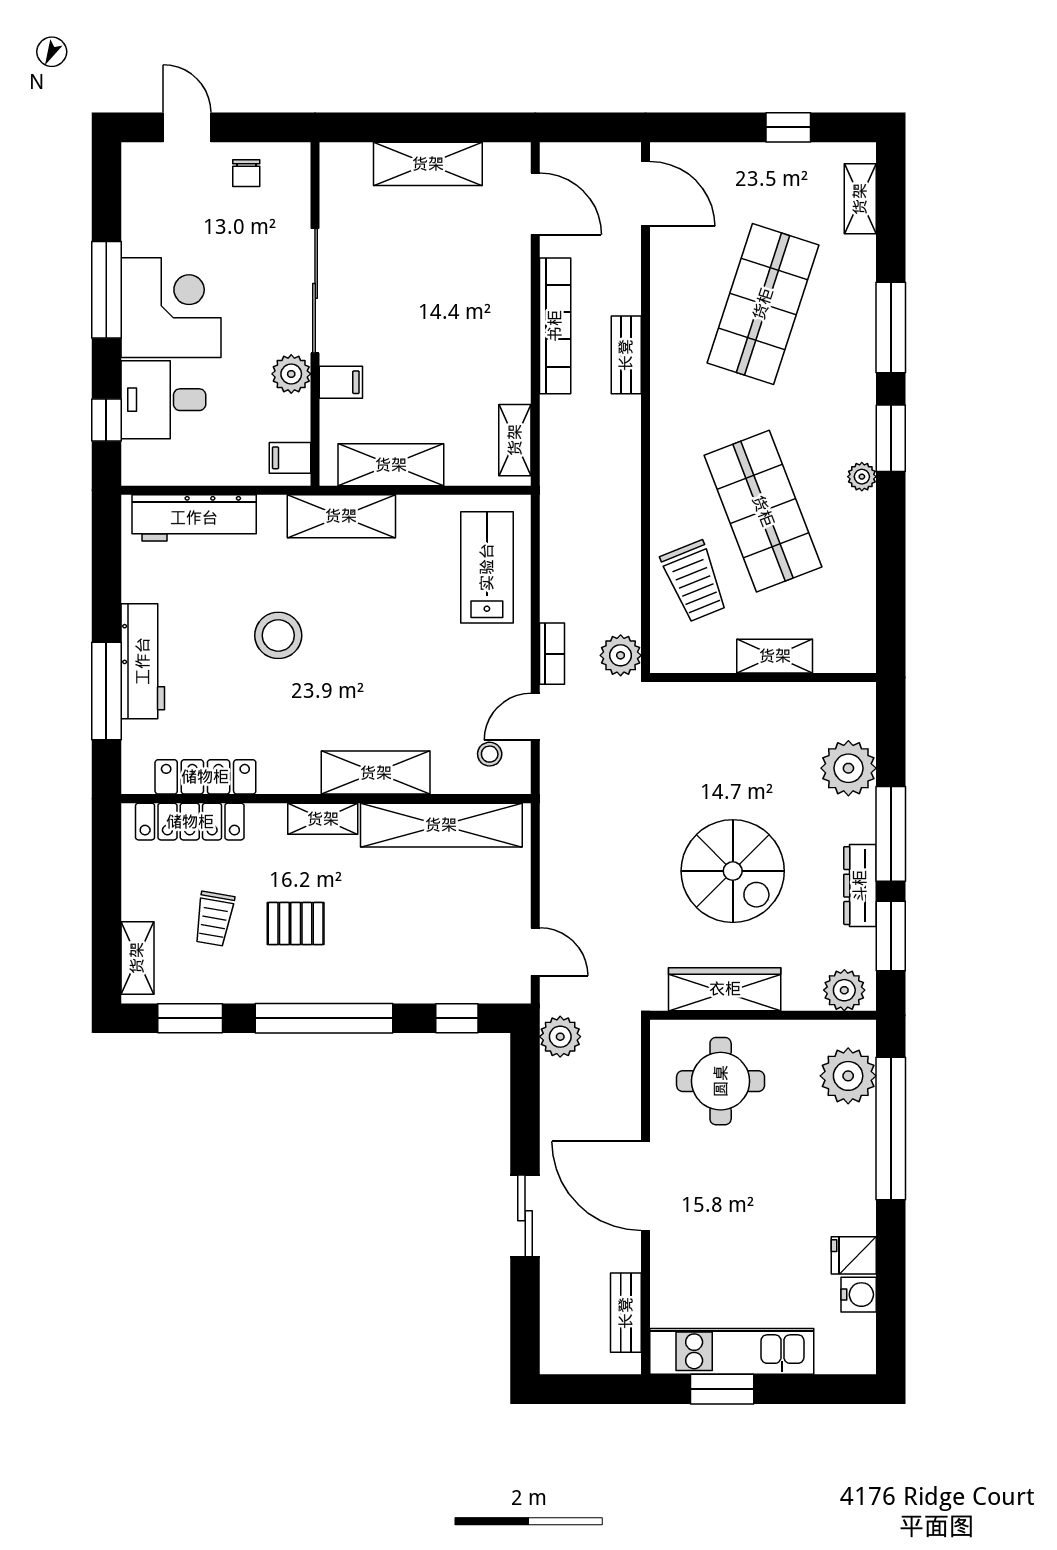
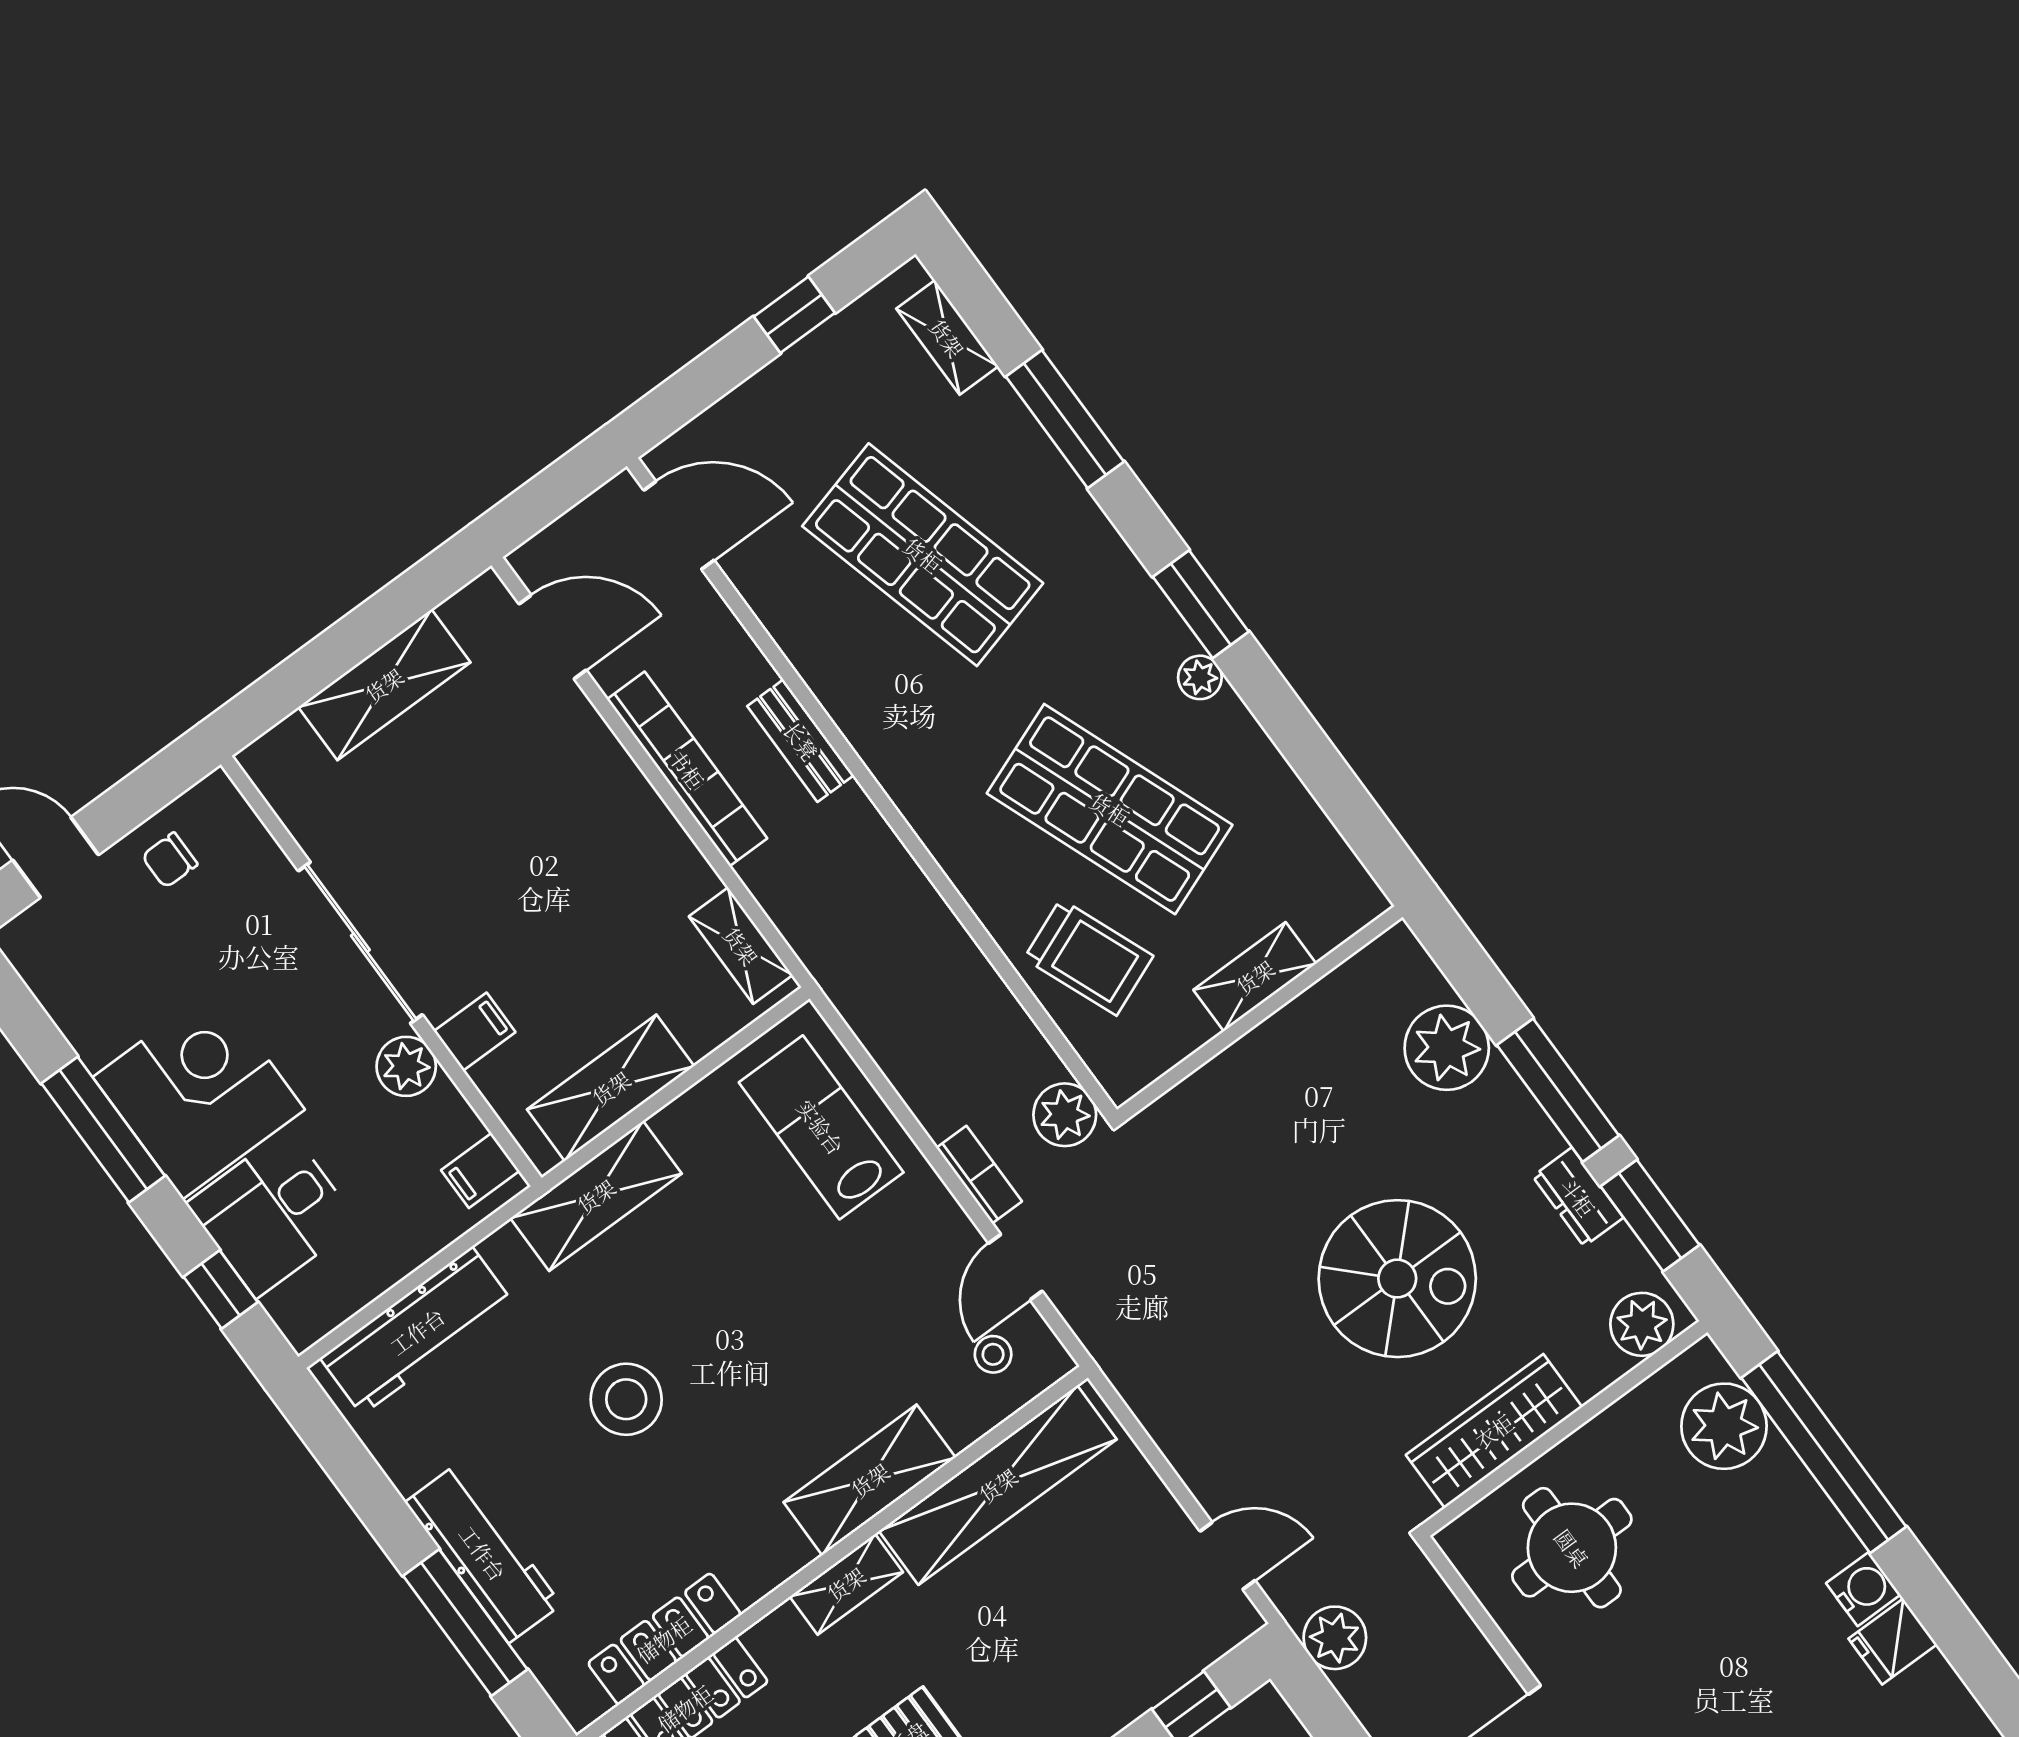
chair: (246, 173) -> (170, 860), turned 90
shop shelf: (763, 304) -> (923, 555), turned -33
window: (891, 327) -> (1065, 419), moved
dresser: (860, 886) -> (1578, 1197), width x0.70
water cooler: (859, 1295) -> (1863, 1589), moved

